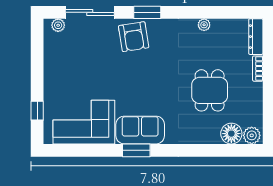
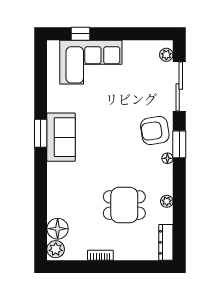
floor lamp: (161, 24) -> (167, 158), added
dresser: (256, 37) -> (166, 242), moved, turned -90
bookcase: (258, 69) -> (100, 255), moved
dining table: (210, 90) -> (124, 205), moved
corner sofa: (84, 122) -> (91, 62), moved, turned 90

